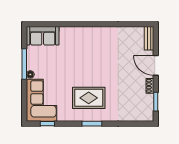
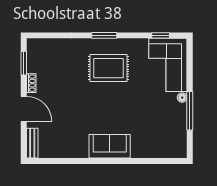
sofa: (43, 36) -> (110, 146), moved

